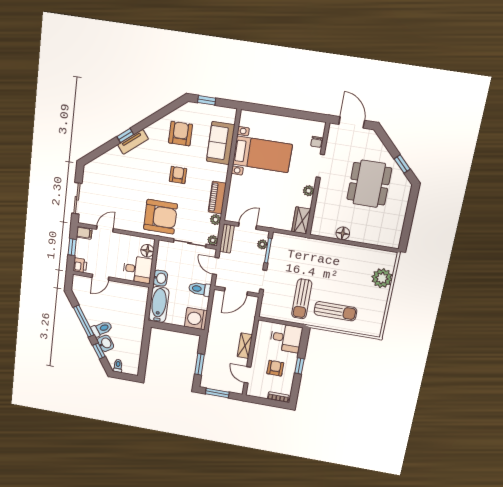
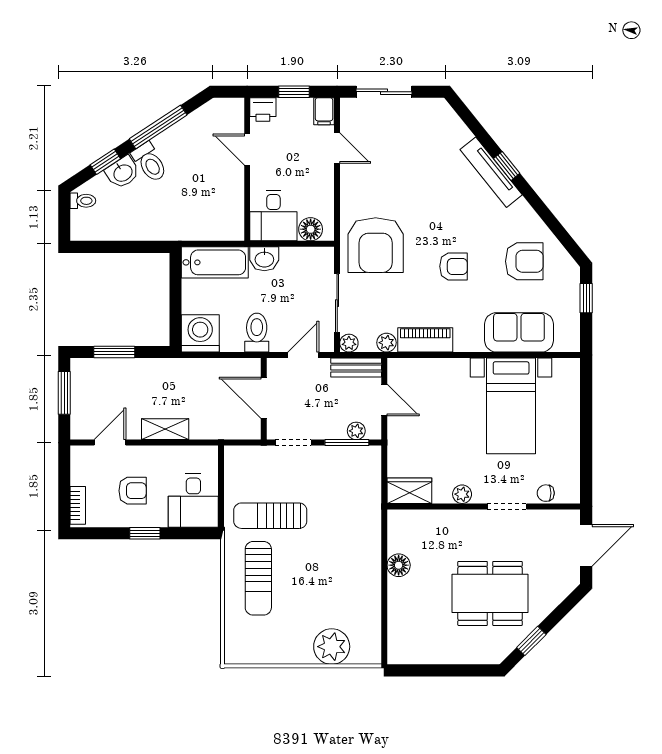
tv unit: (133, 142) -> (491, 172), width x1.41

